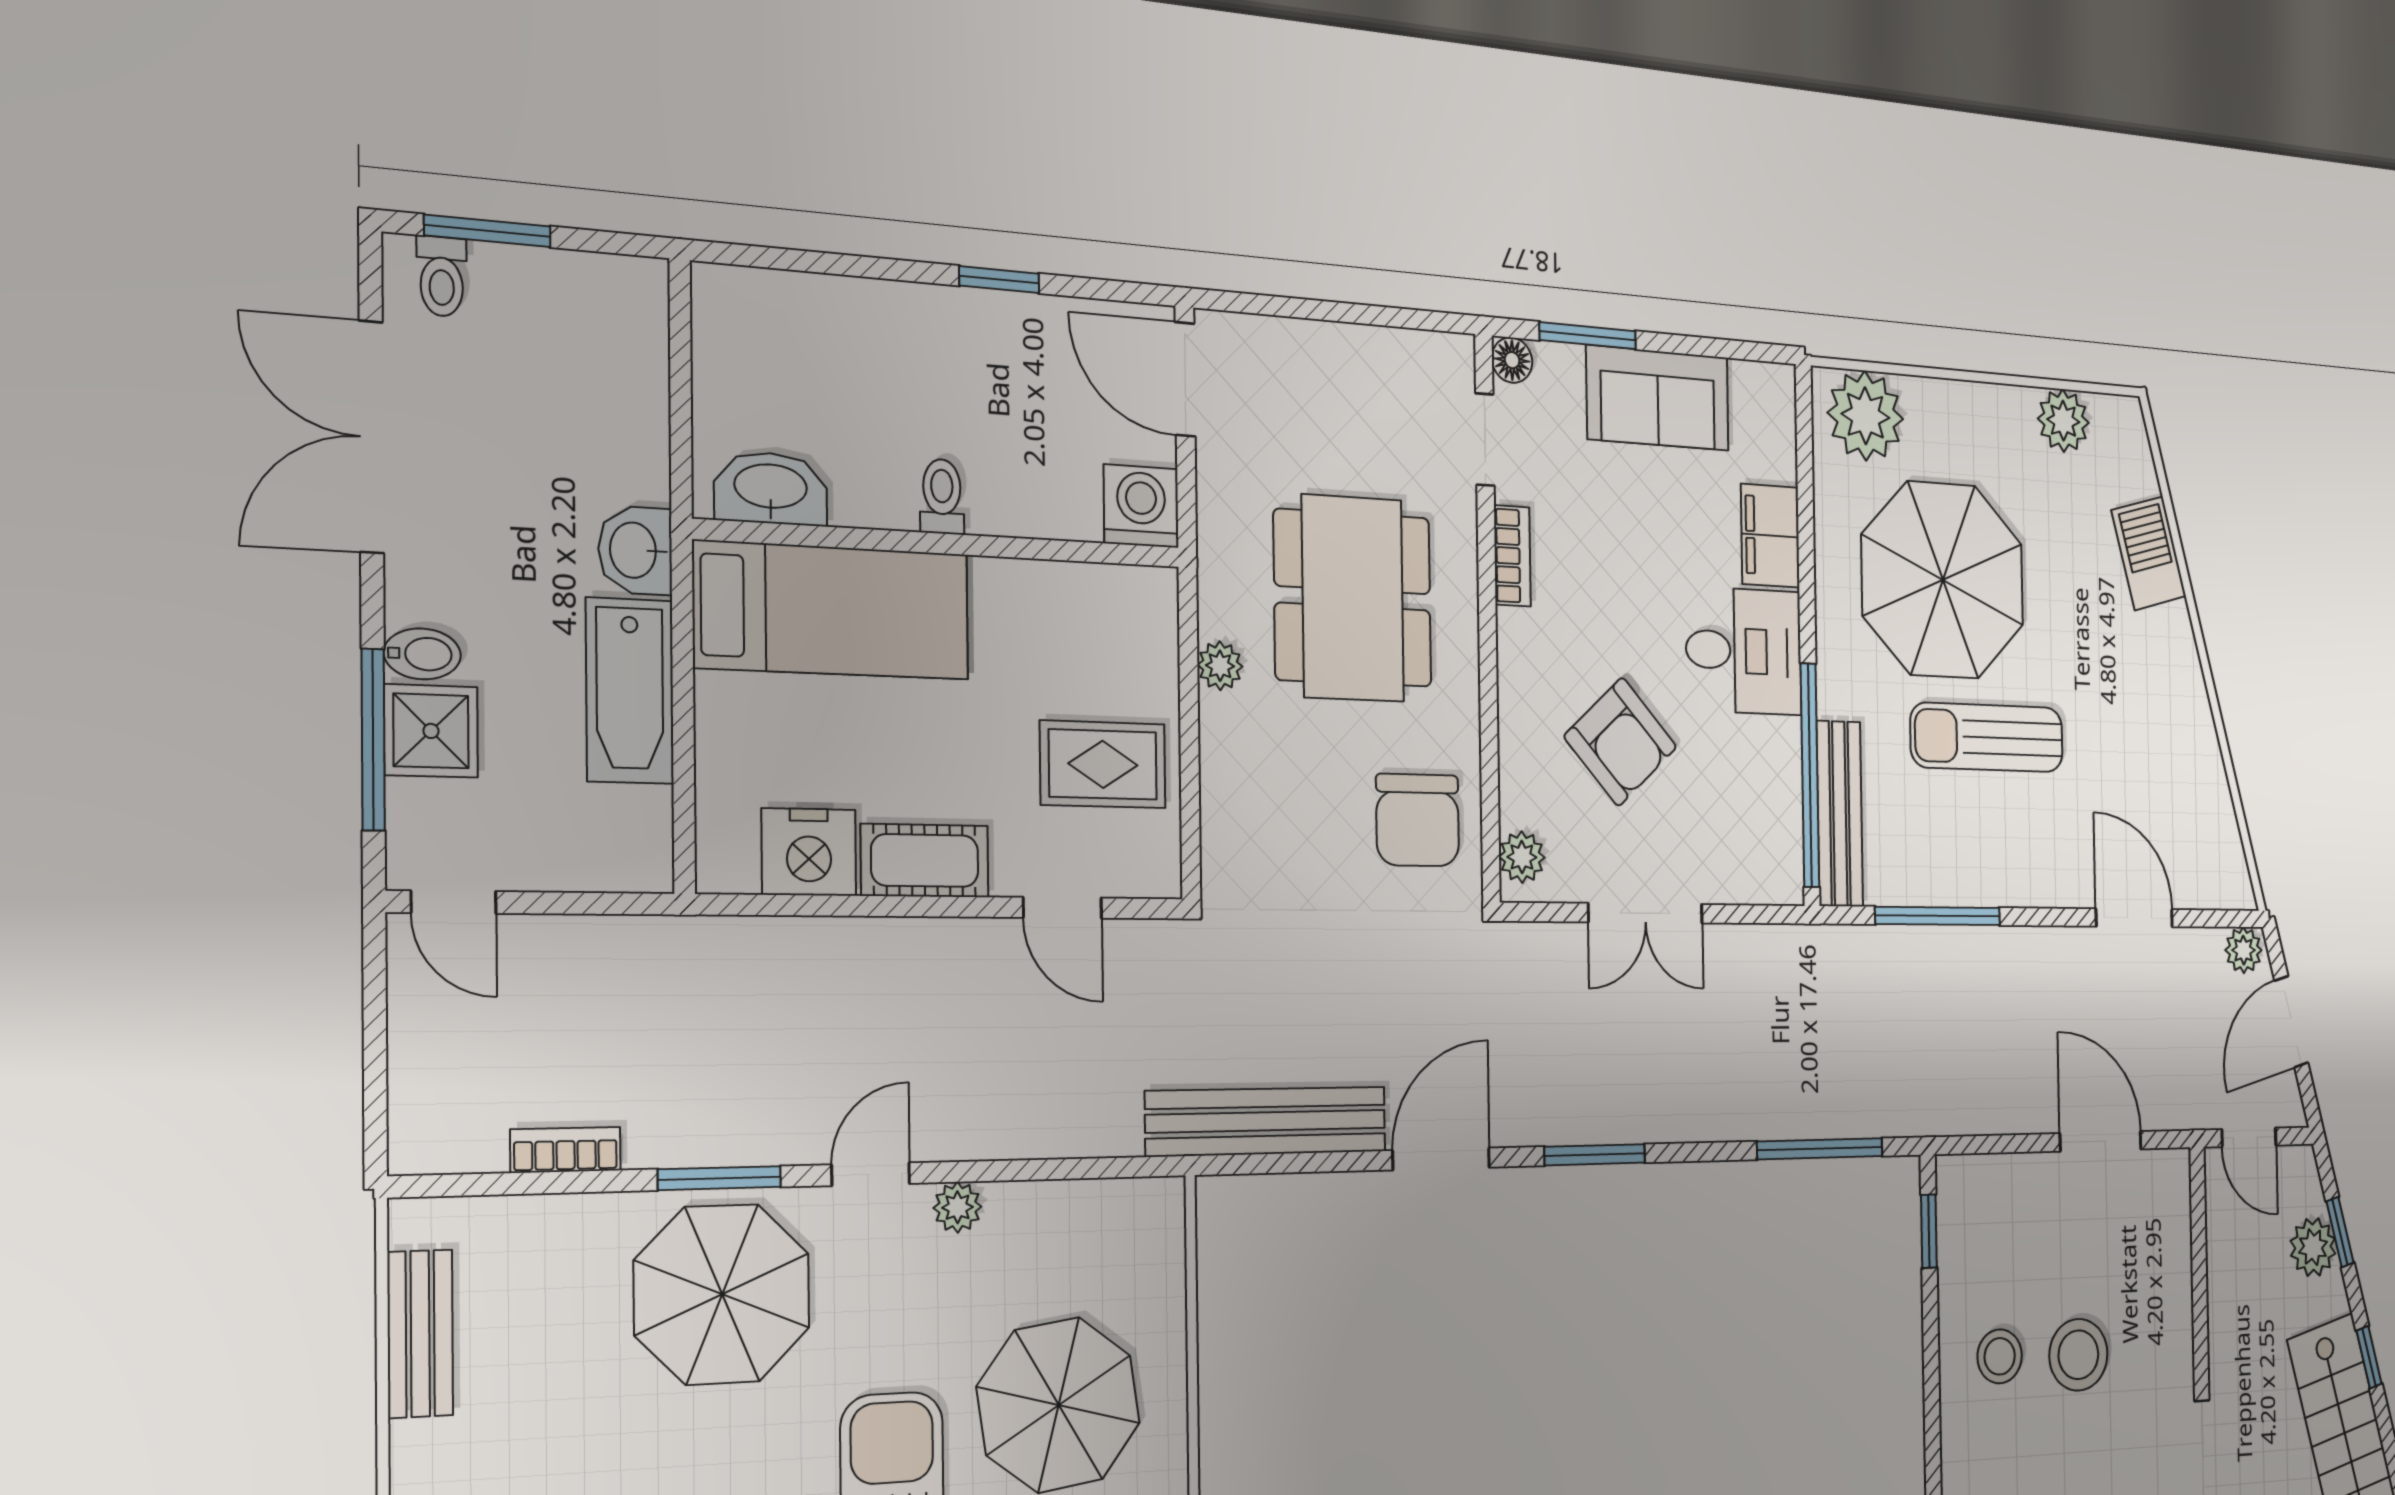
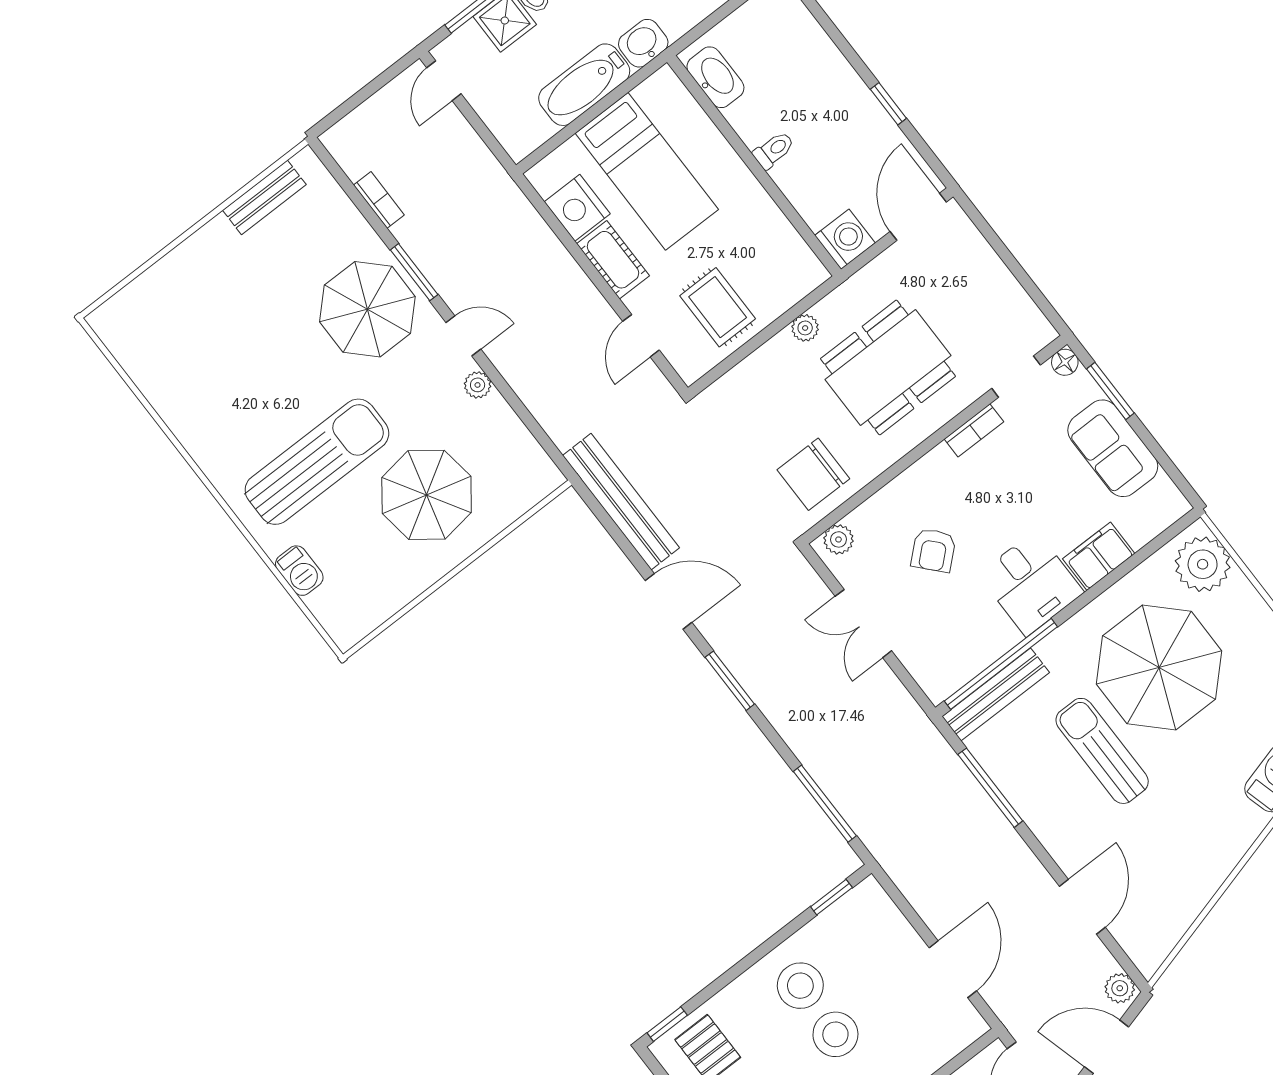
bed: (832, 610) -> (647, 171), moved
armchair: (1620, 742) -> (933, 550), width x0.72, depth x0.72
stool: (2000, 1356) -> (800, 986), width x1.38, depth x1.38

